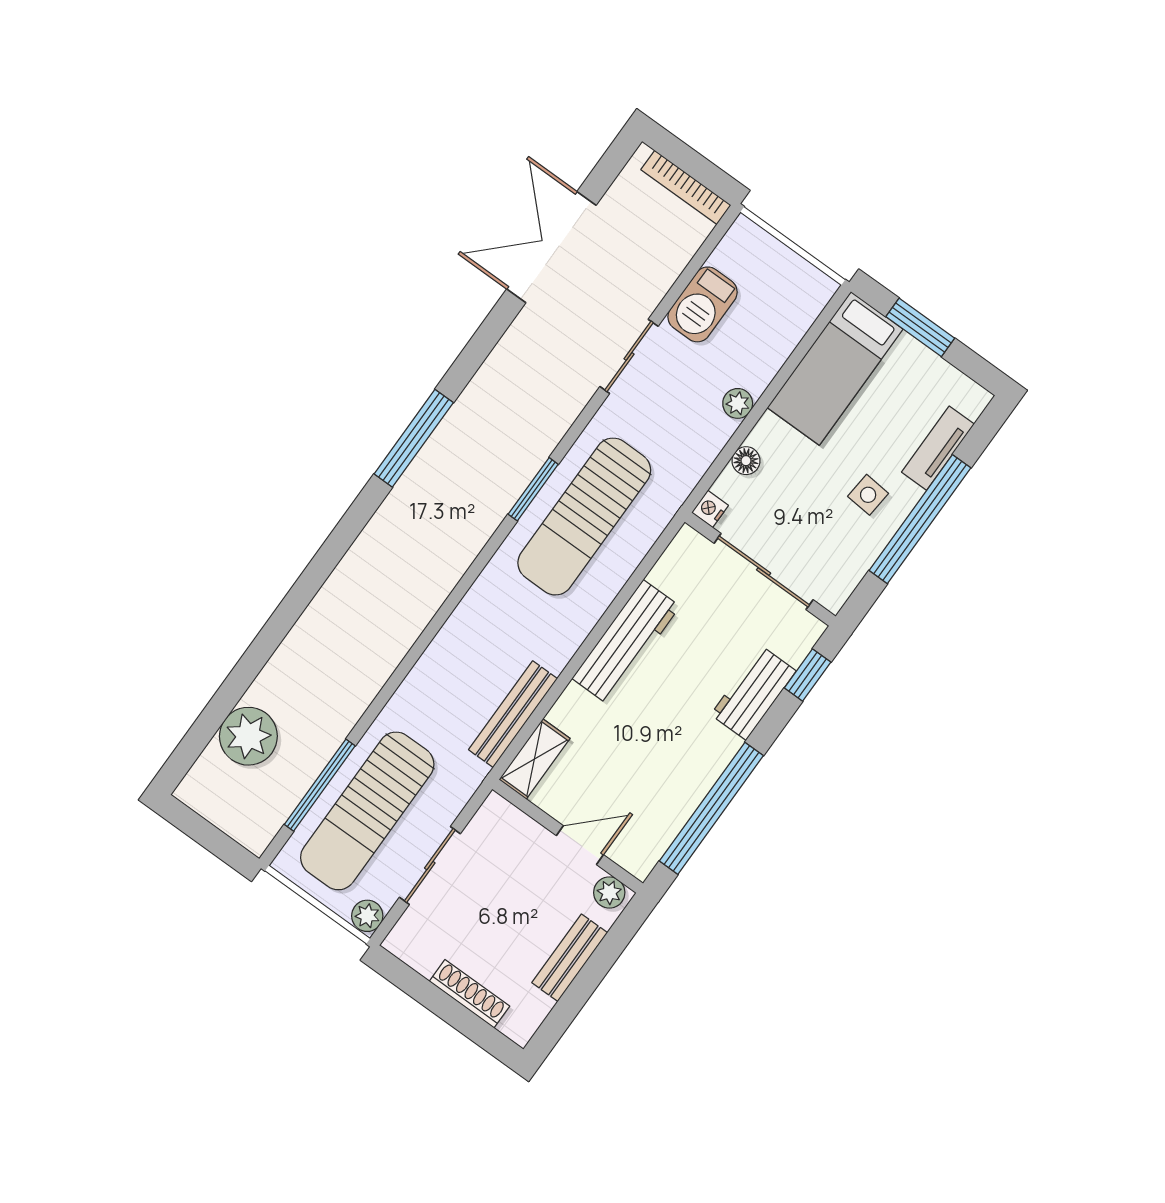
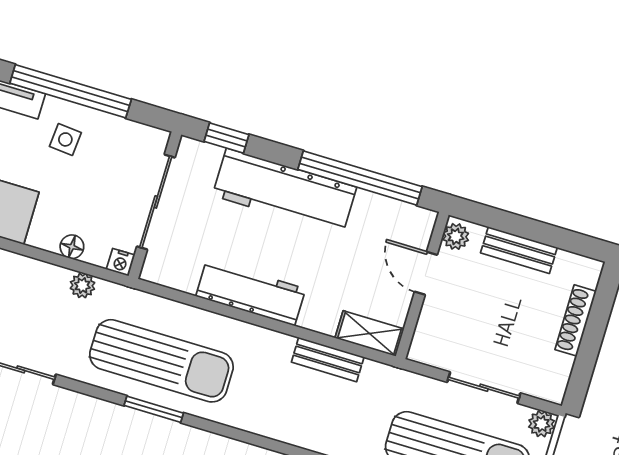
plant: (738, 403) -> (82, 285), moved
workbench: (753, 693) -> (284, 191), width x1.88, depth x1.32
bench: (513, 714) -> (328, 359), width x0.73

